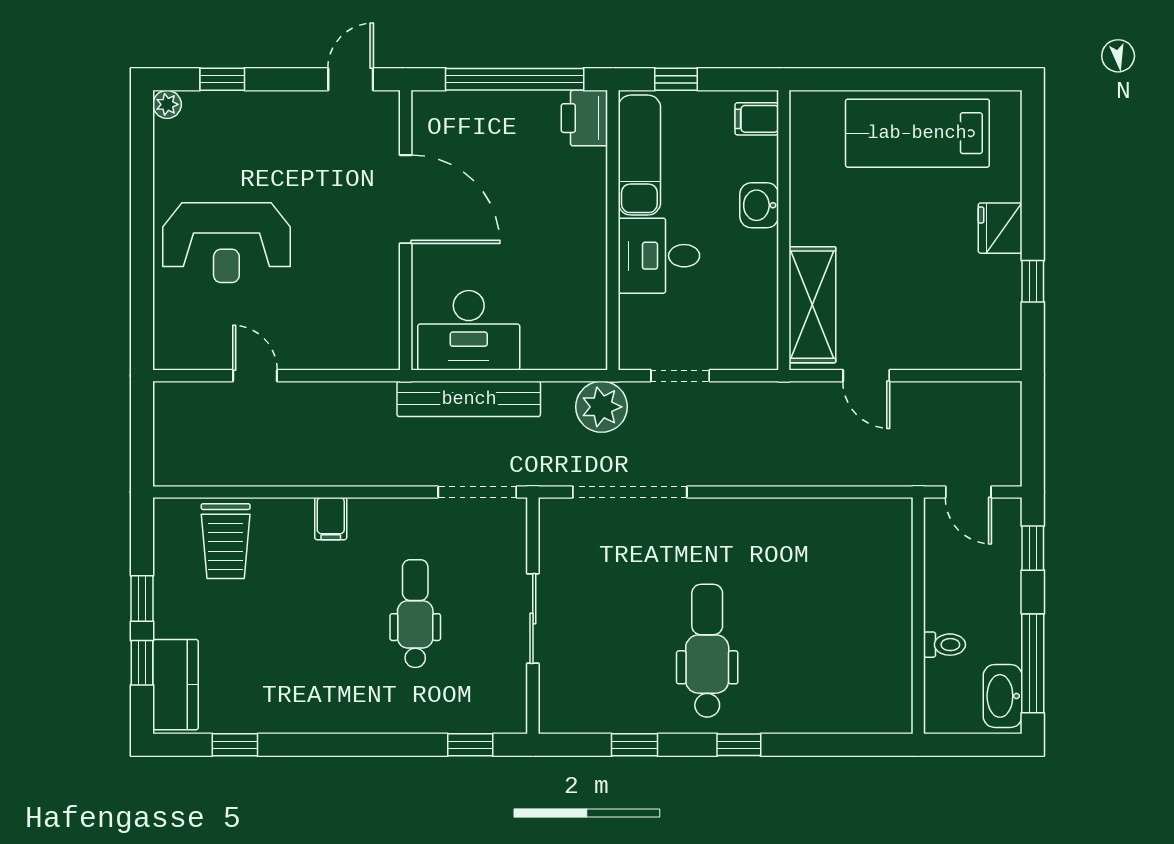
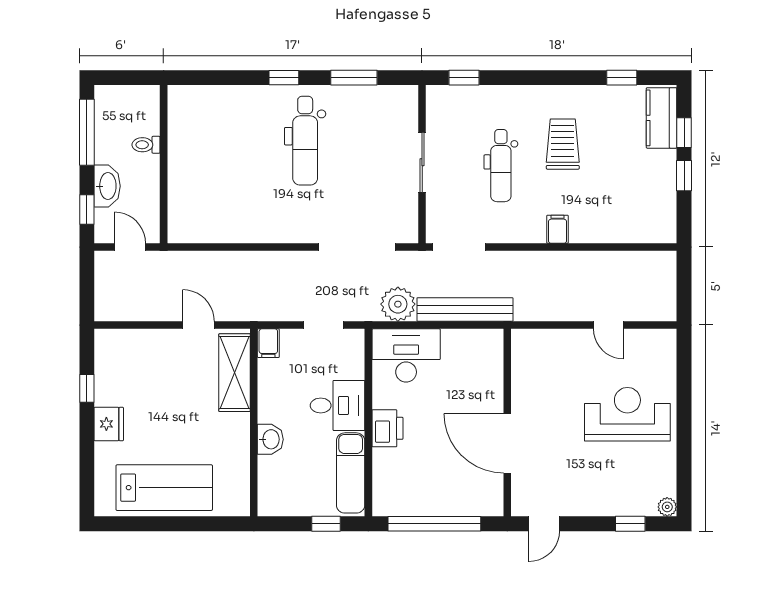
printer: (584, 118) -> (387, 428), moved
filing cabinet: (757, 119) -> (268, 343), moved, turned 90
desk: (469, 330) -> (406, 355), moved
plant: (602, 407) -> (398, 304), moved
trolley: (226, 541) -> (563, 144), moved
washbasin: (1003, 696) -> (107, 186), moved
window: (634, 745) -> (354, 78), width x1.50

